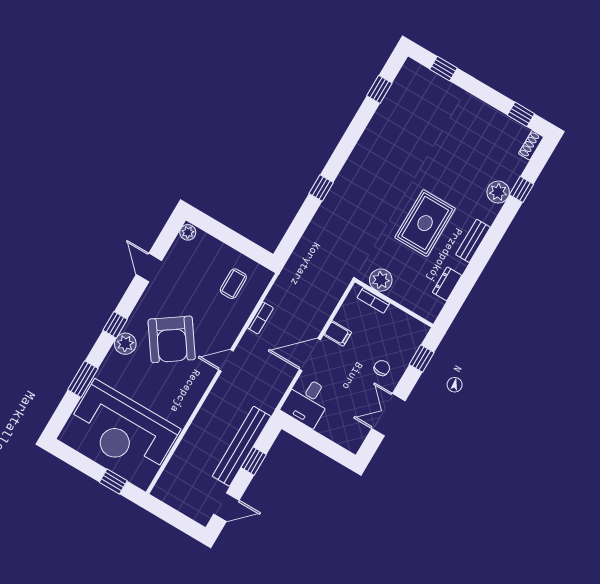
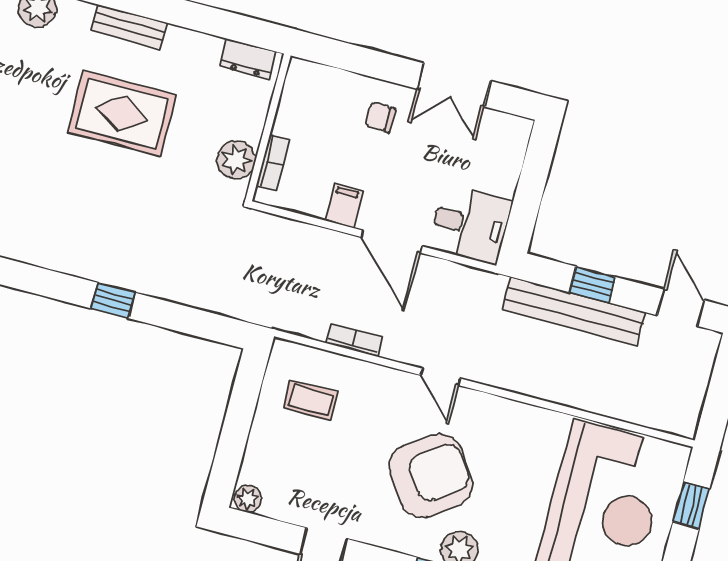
dresser: (447, 284) -> (248, 59), moved
window: (422, 359) -> (346, 56), removed

